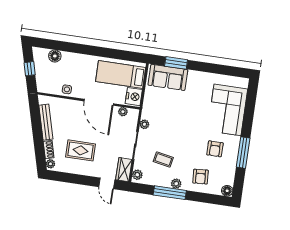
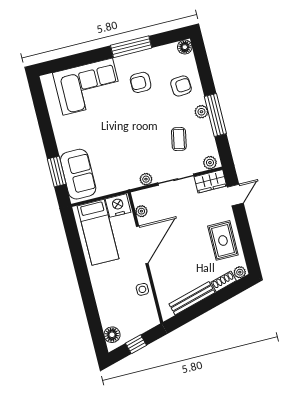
floor lamp: (55, 56) -> (112, 335), moved
armchair: (215, 149) -> (141, 82), turned 180
rug: (81, 150) -> (223, 240), moved

